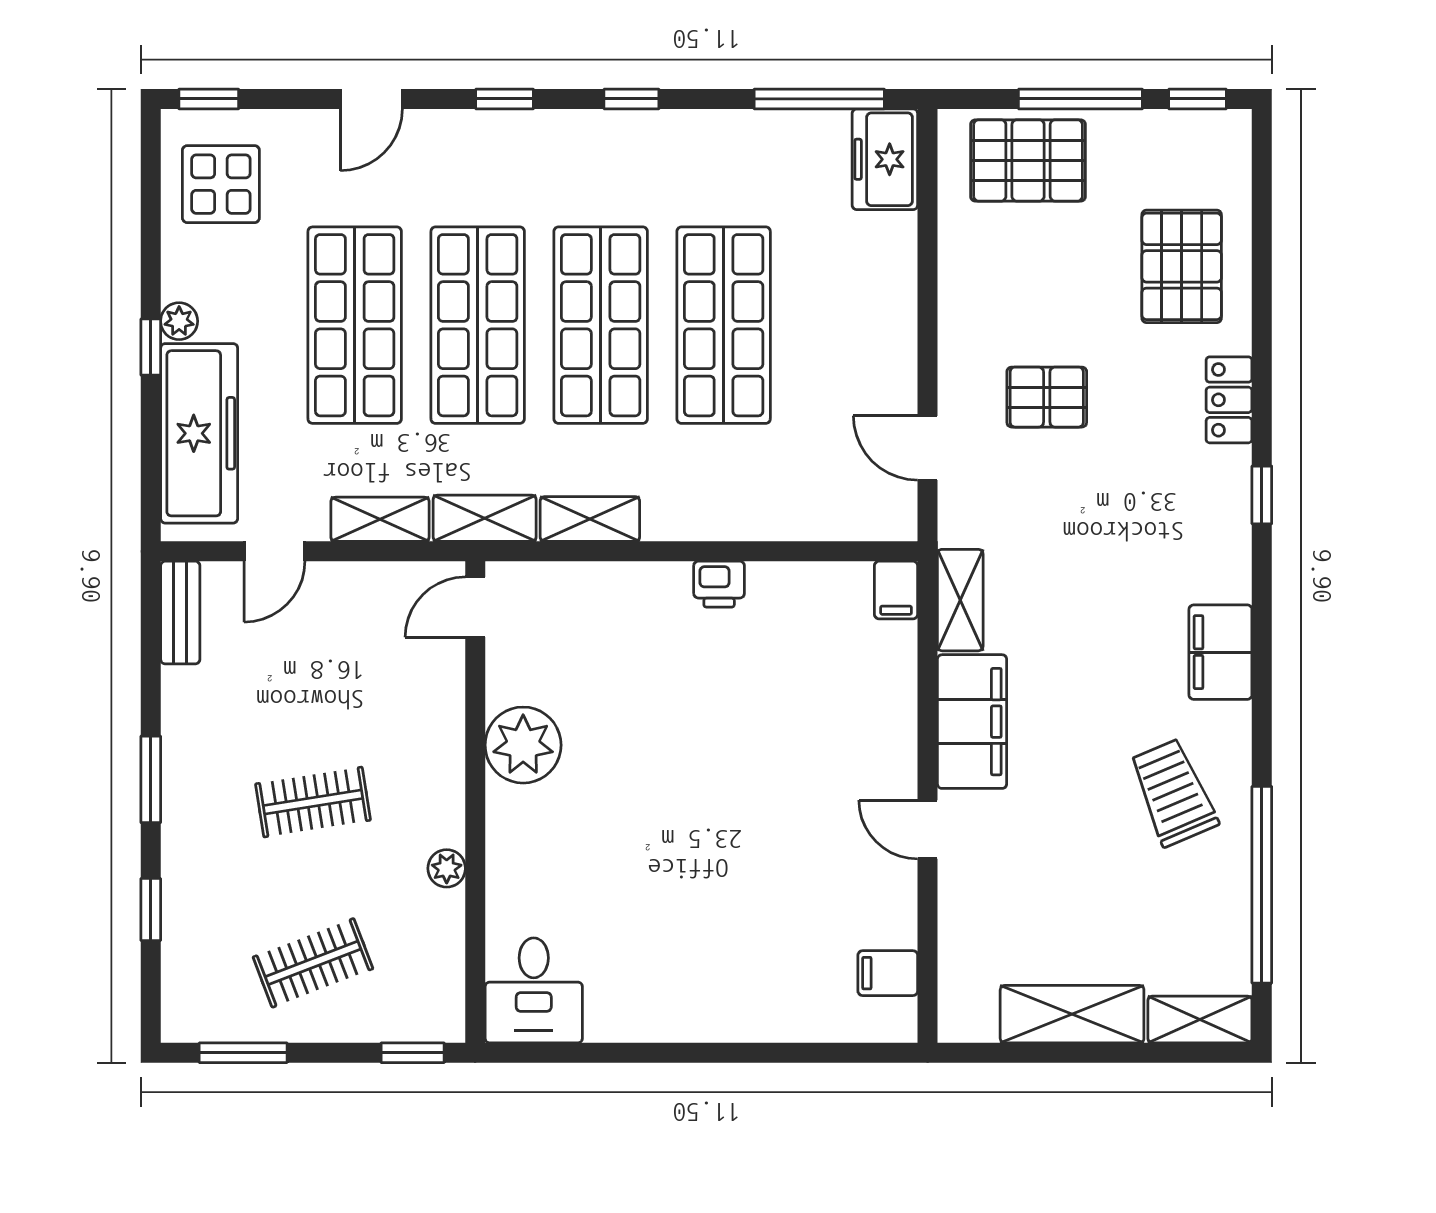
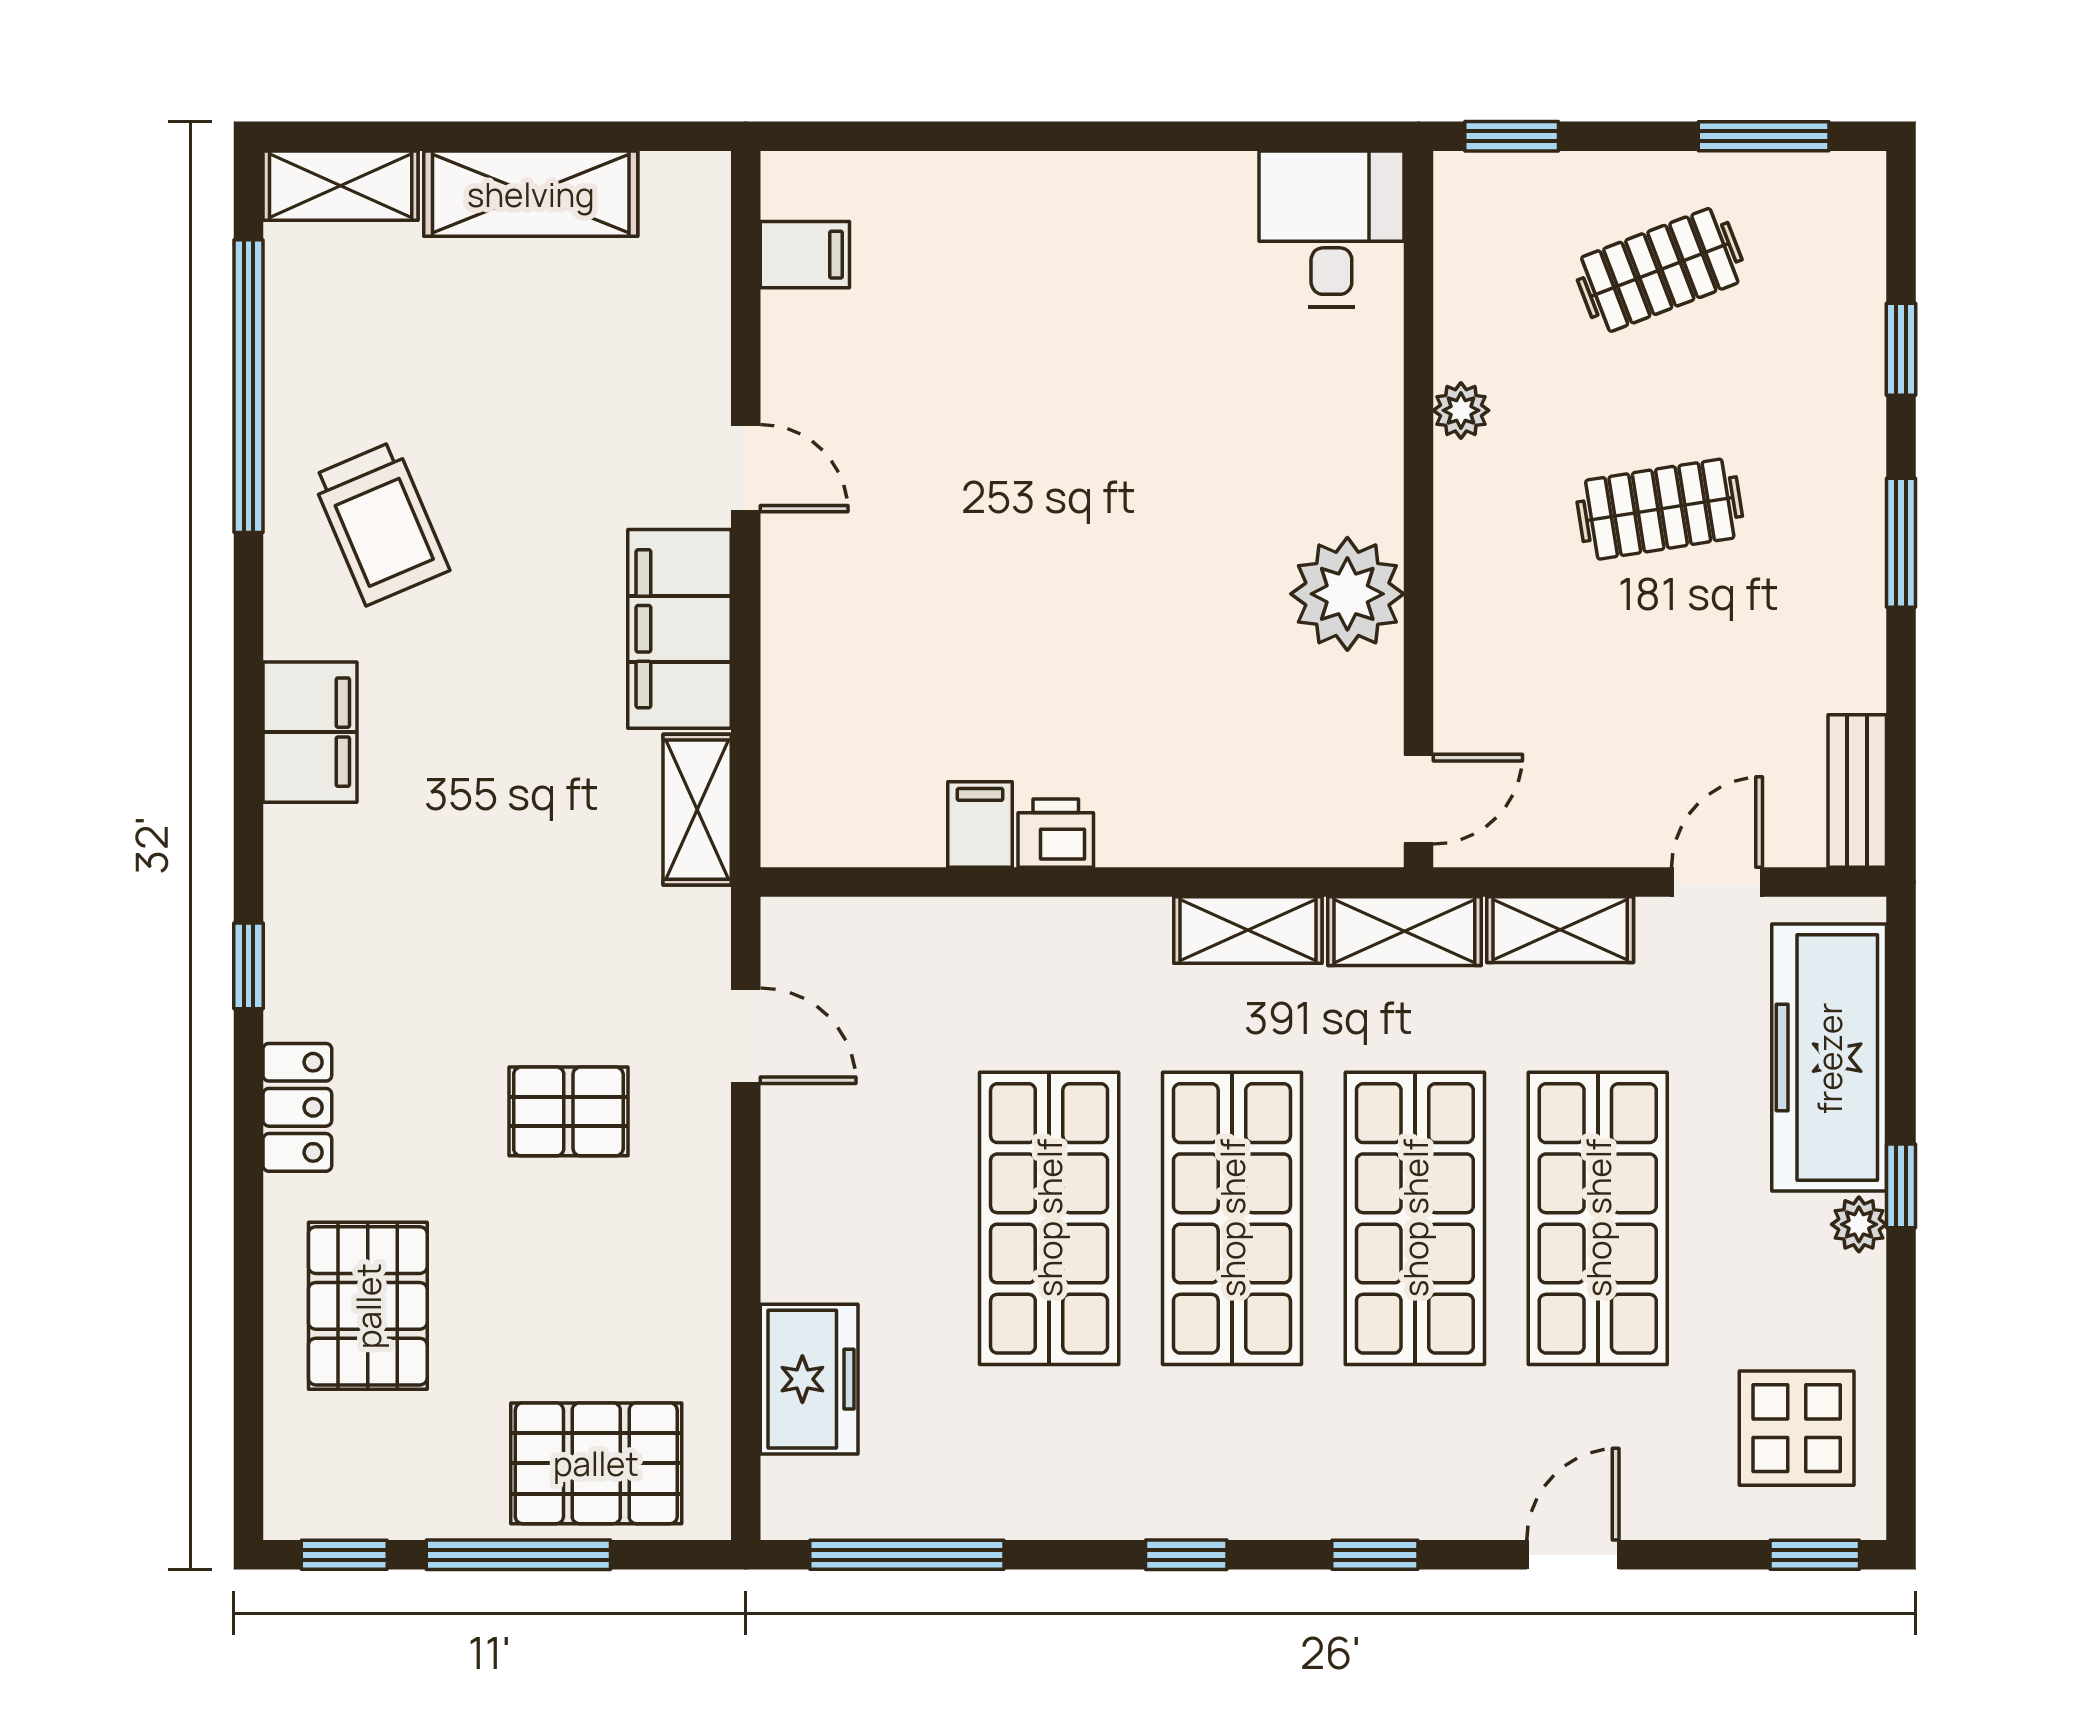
freezer: (885, 159) -> (809, 1379), moved
filing cabinet: (896, 590) -> (980, 824), moved

